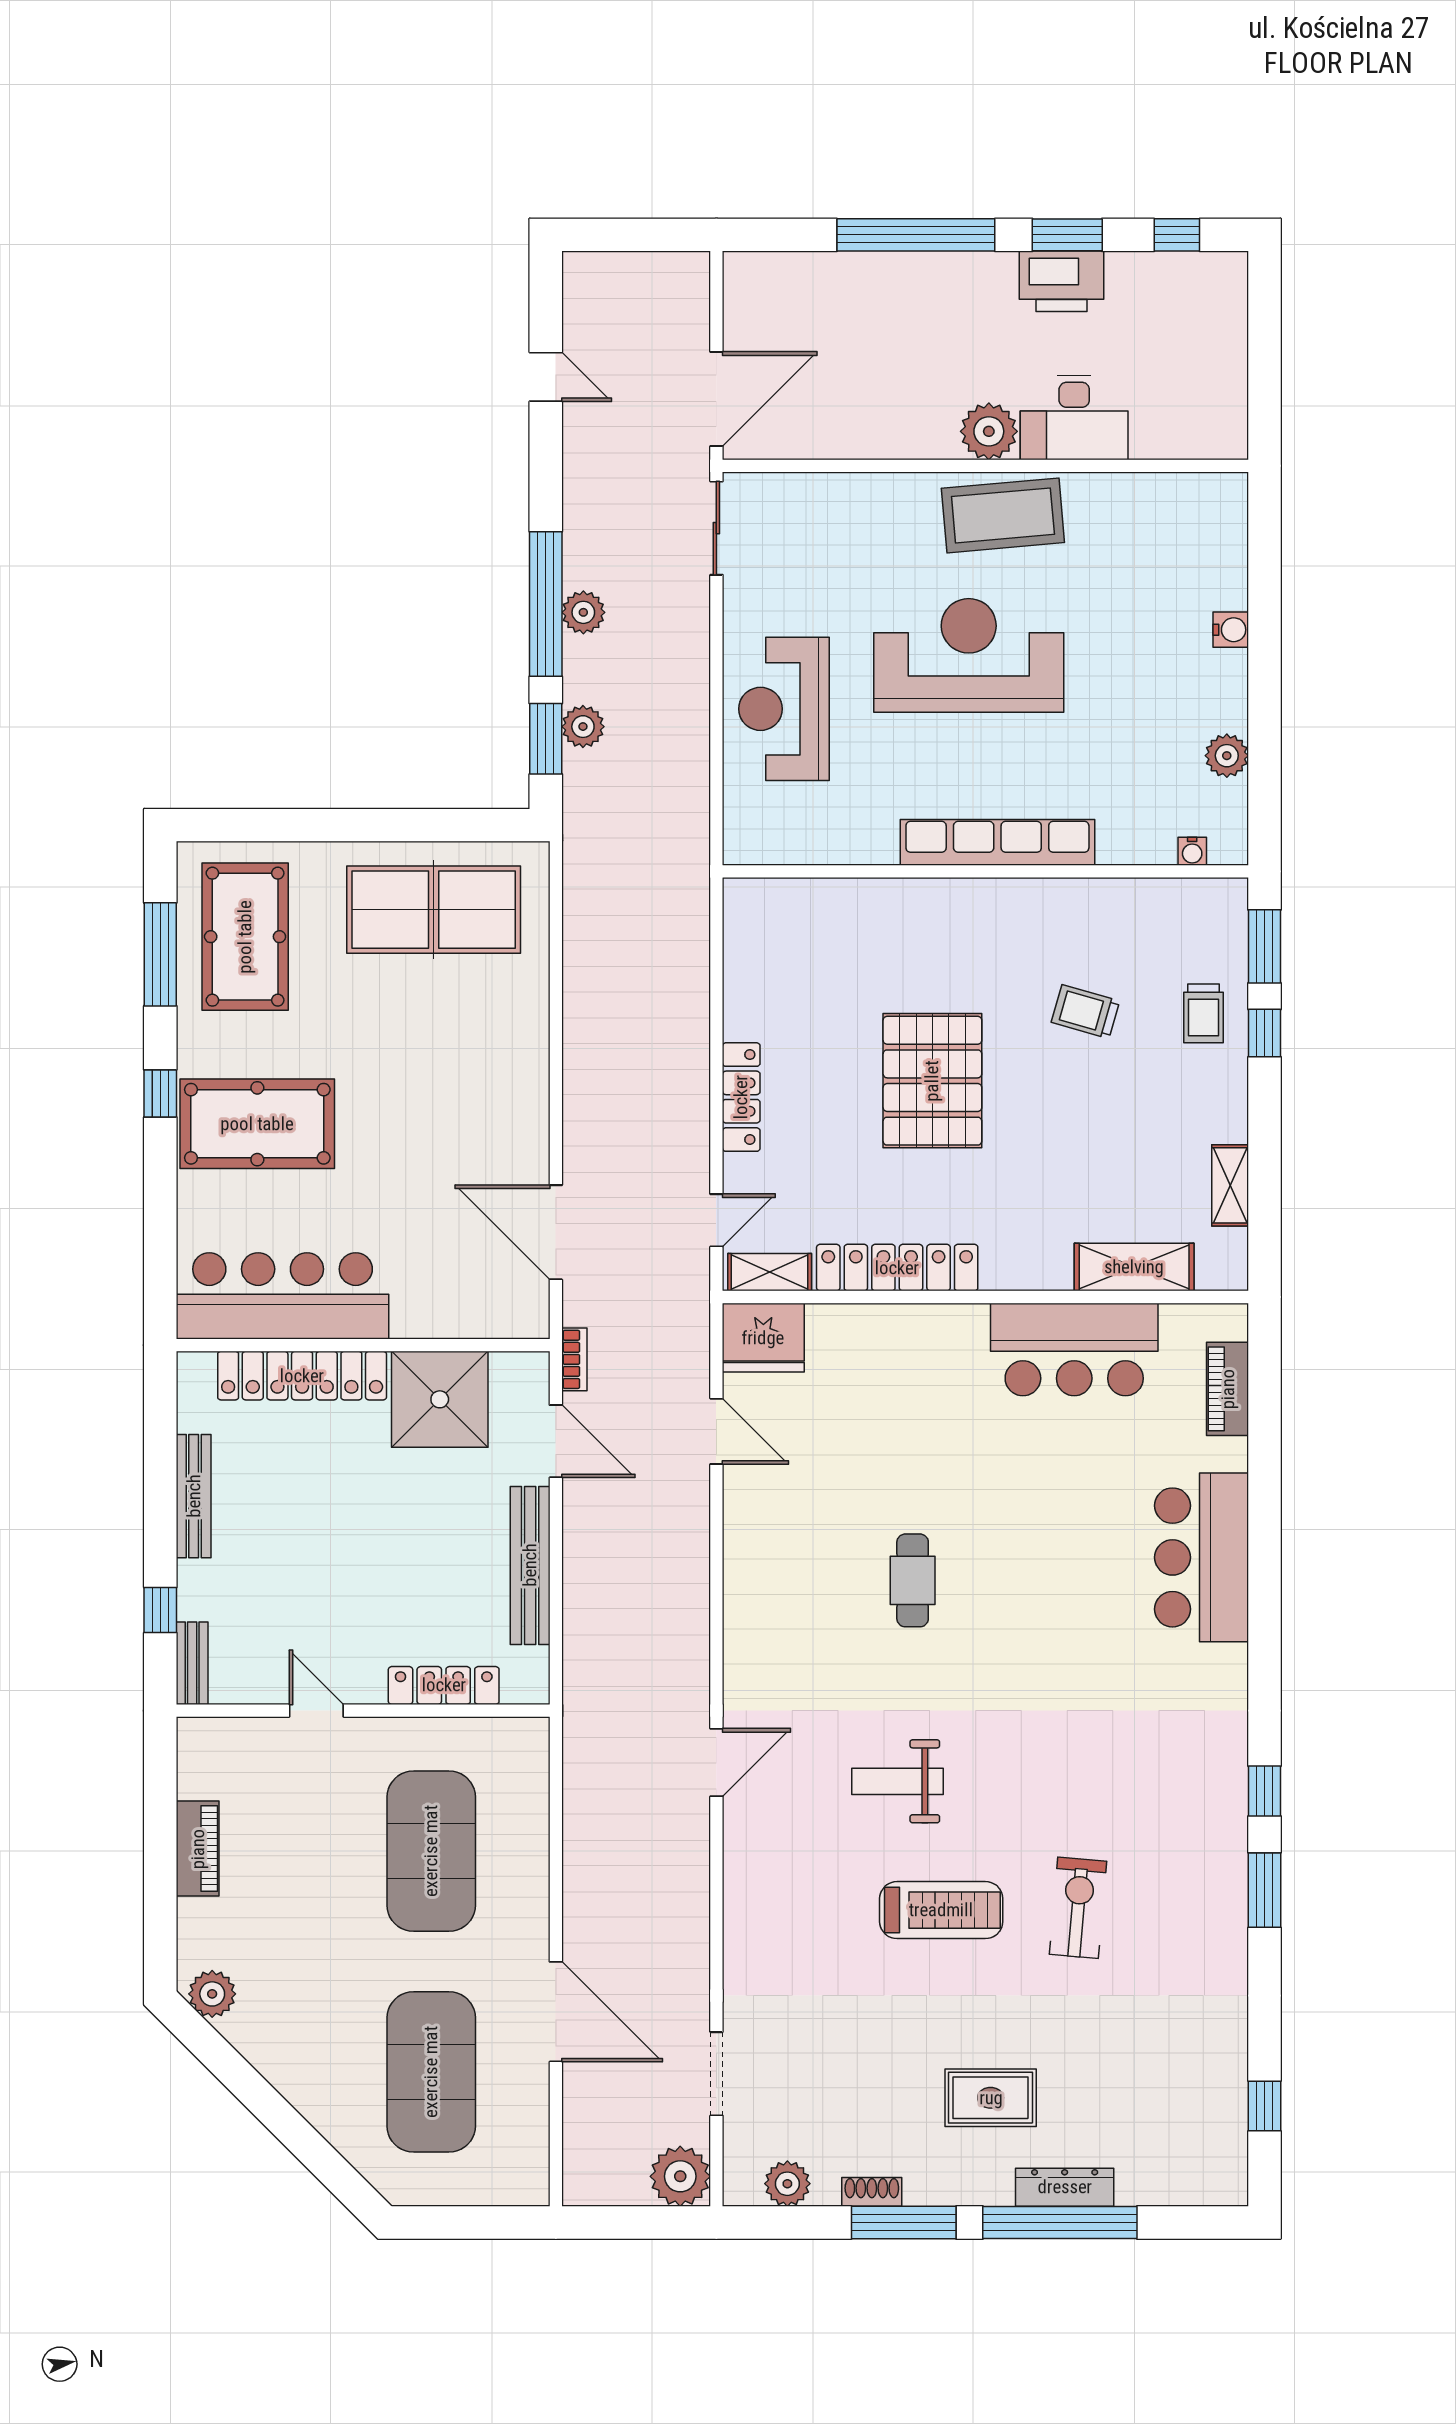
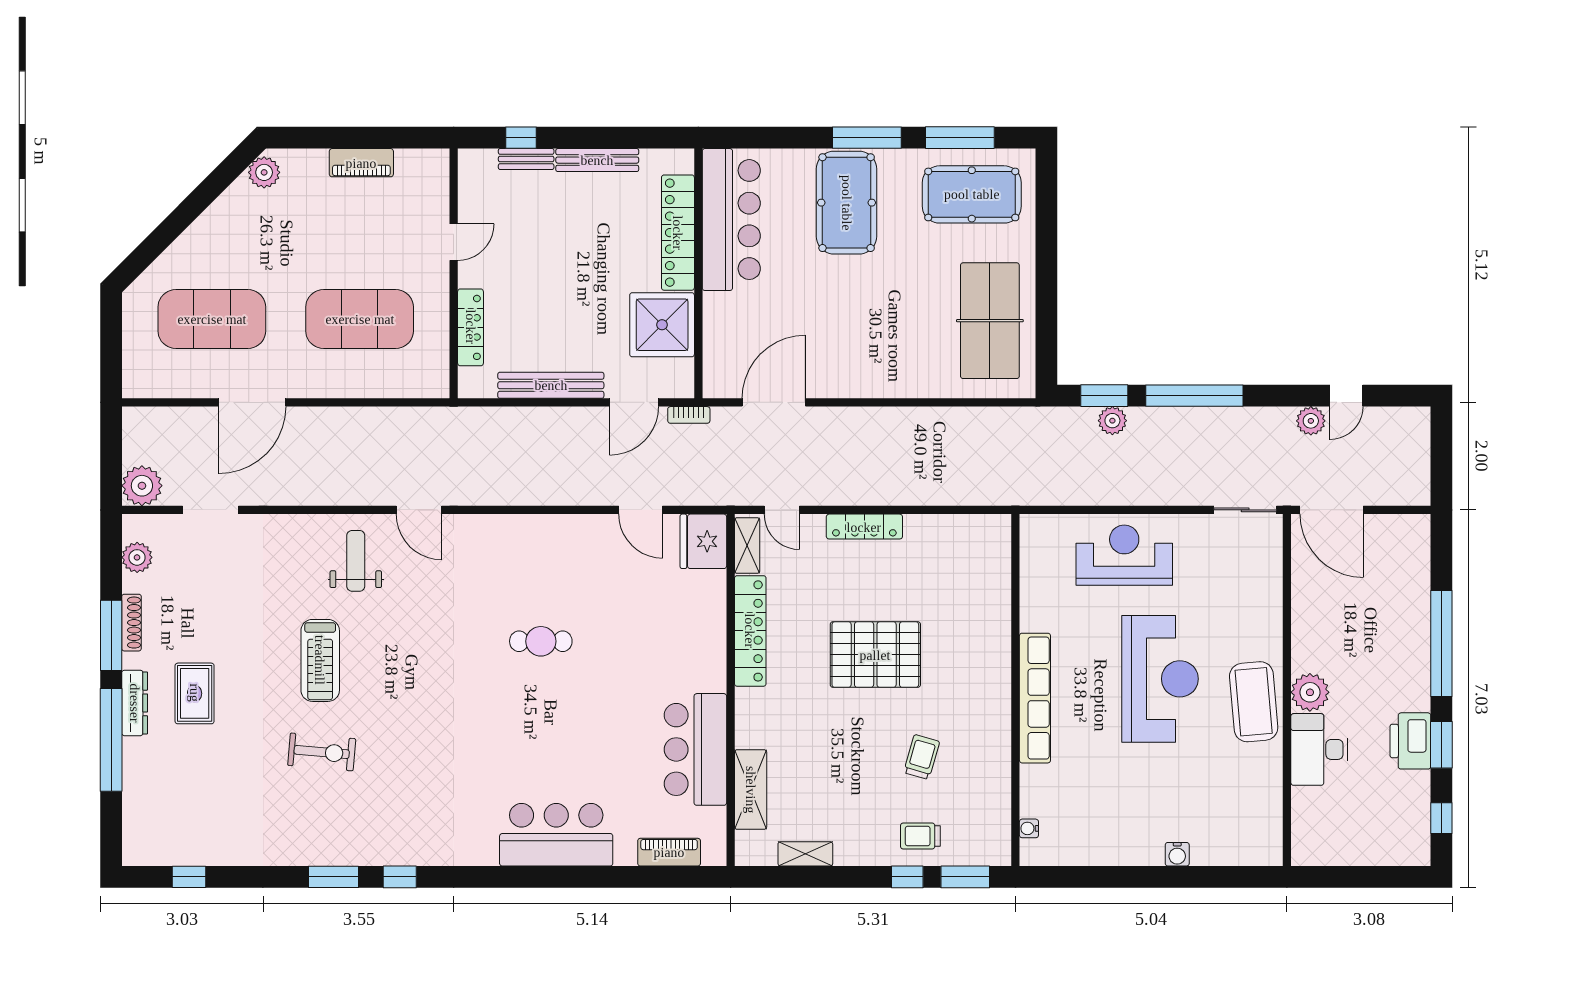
plant: (583, 612) -> (1311, 421), moved
plant: (1227, 756) -> (1093, 852), removed
window: (160, 1093) -> (867, 138), width x2.17
door: (716, 1431) -> (641, 510), hinge flipped
bench: (192, 1663) -> (526, 159), moved
weight bench: (897, 1781) -> (356, 561), moved
dresser: (1065, 2187) -> (135, 703), moved
shoe rack: (872, 2192) -> (131, 623), width x1.43

